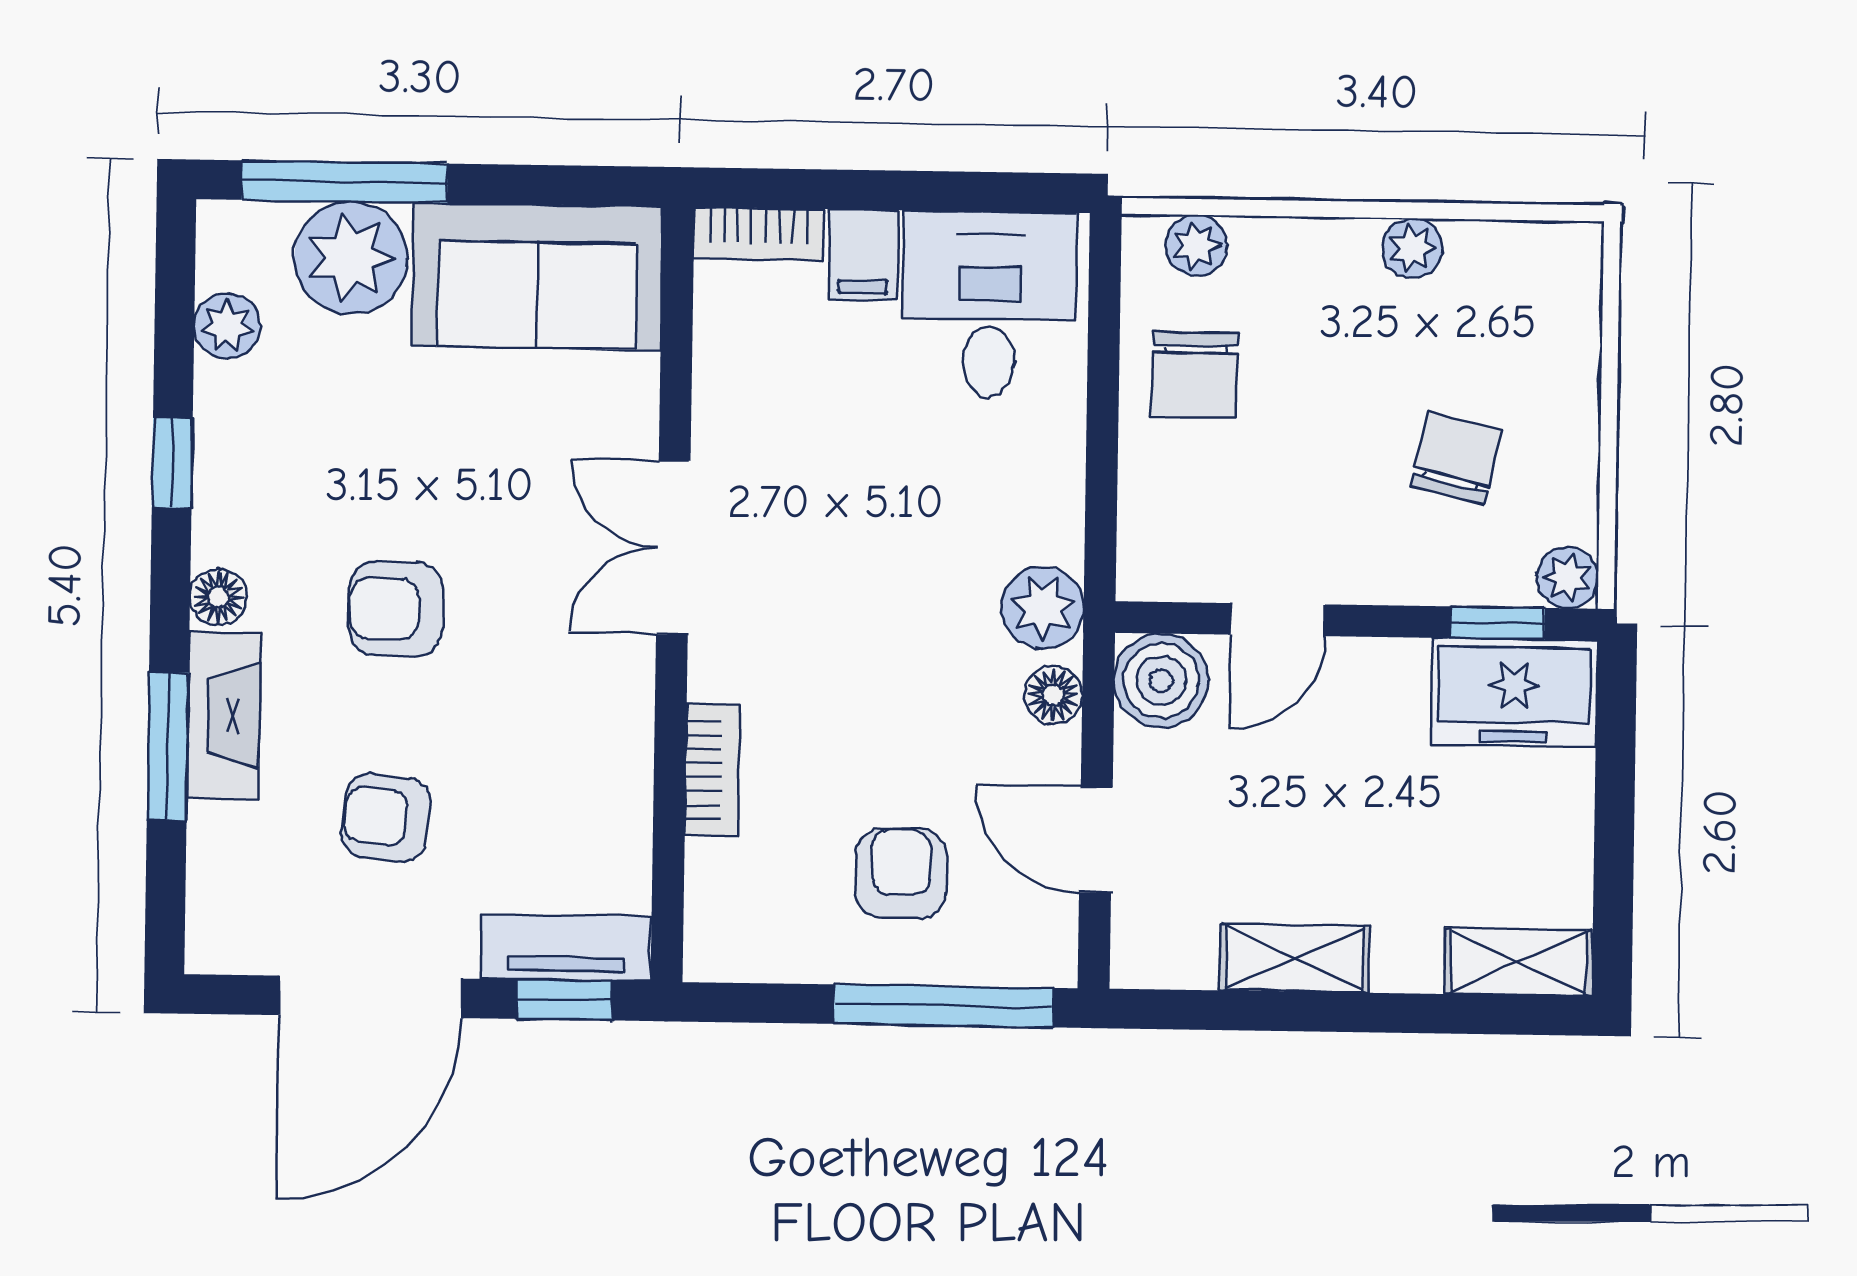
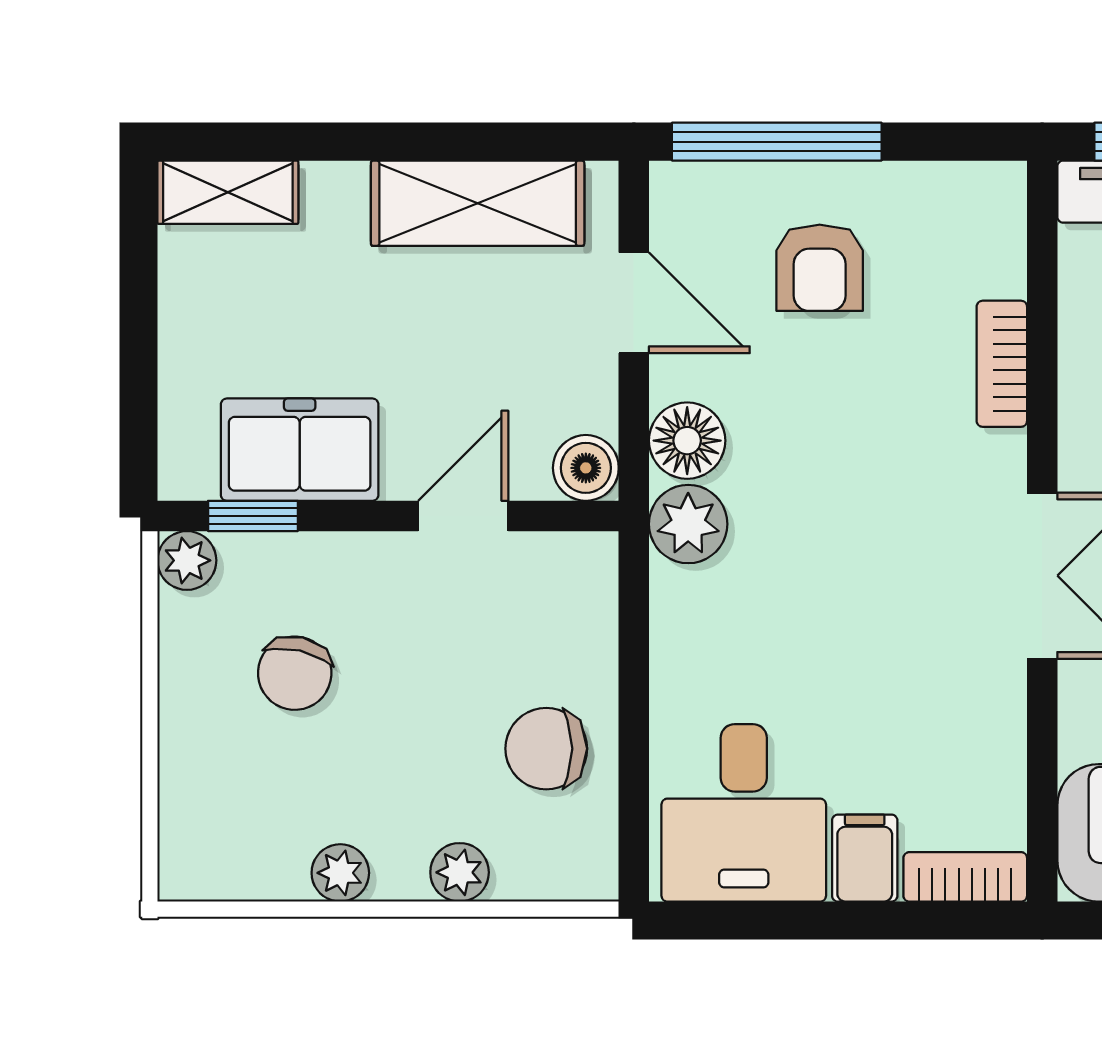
plant: (1196, 245) -> (460, 872), moved
chair: (1195, 375) -> (546, 749), turned -90
boiler: (1161, 681) -> (586, 468), width x0.73, depth x0.73
freezer: (1514, 693) -> (300, 450), moved
floor lamp: (1053, 695) -> (687, 441), width x1.37, depth x1.37
shelving: (1295, 958) -> (478, 203), width x1.50, depth x1.33

